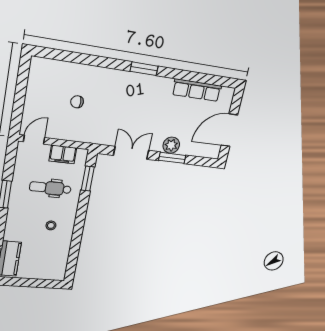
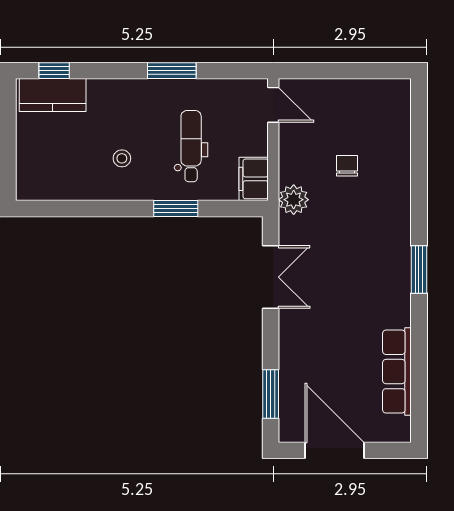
plant: (171, 145) -> (294, 200), moved
filing cabinet: (63, 154) -> (254, 179), moved
window: (172, 158) -> (271, 394), moved
window: (88, 179) -> (176, 208), moved

